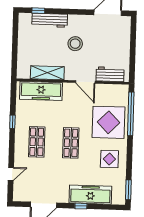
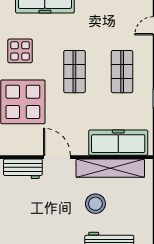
stool: (75, 44) -> (95, 204), moved
shelving: (47, 73) -> (110, 168), width x1.47

